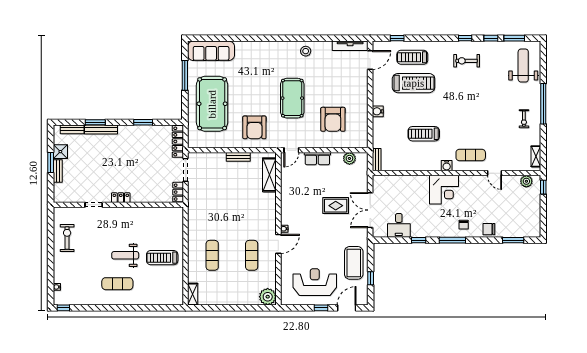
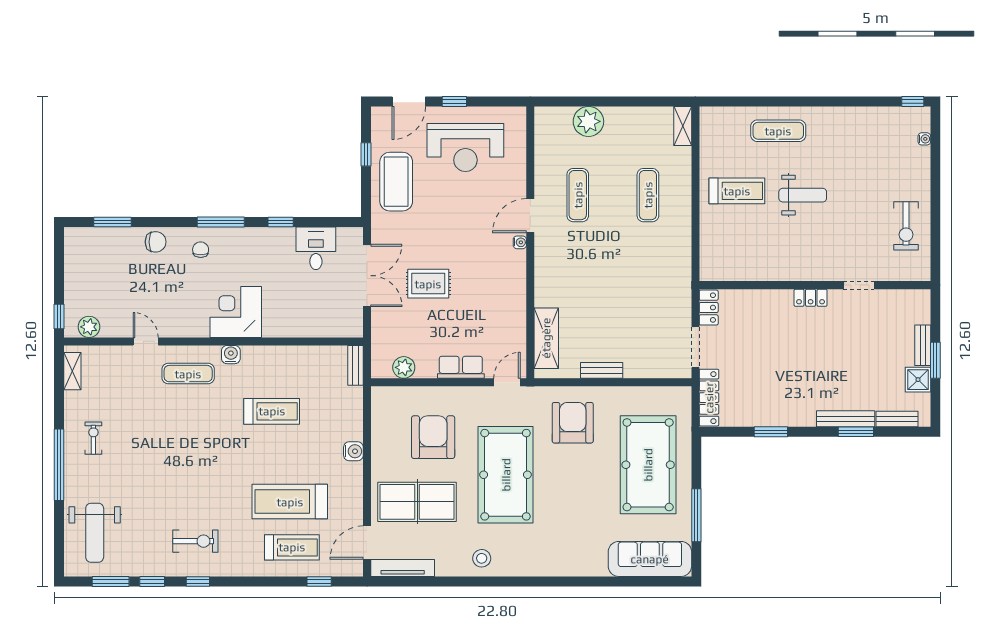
table tennis table: (342, 83) -> (417, 502), added
pool table: (292, 98) -> (506, 475), width x1.36, depth x1.32
exercise mat: (117, 284) -> (778, 131), moved
plant: (268, 297) -> (588, 121), moved

